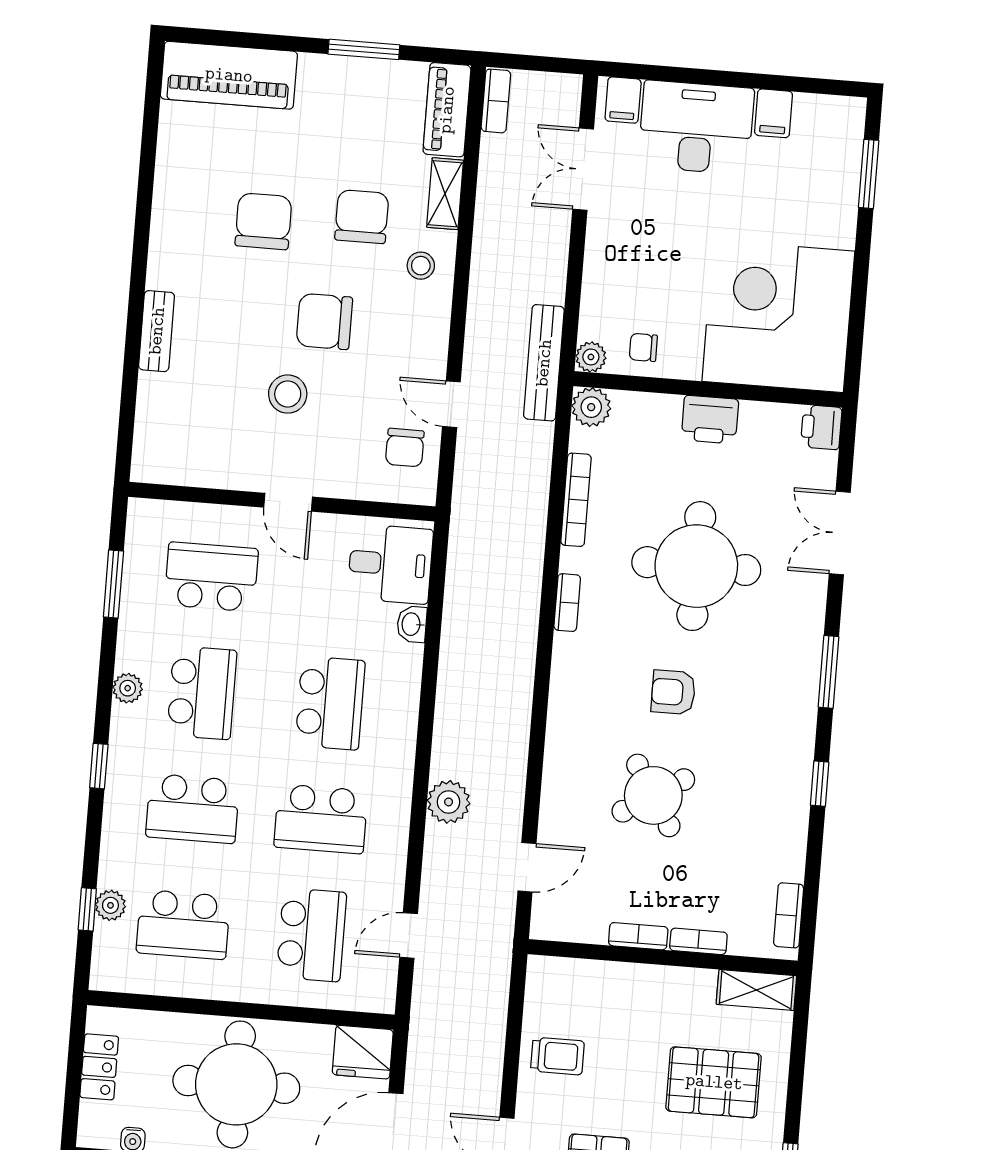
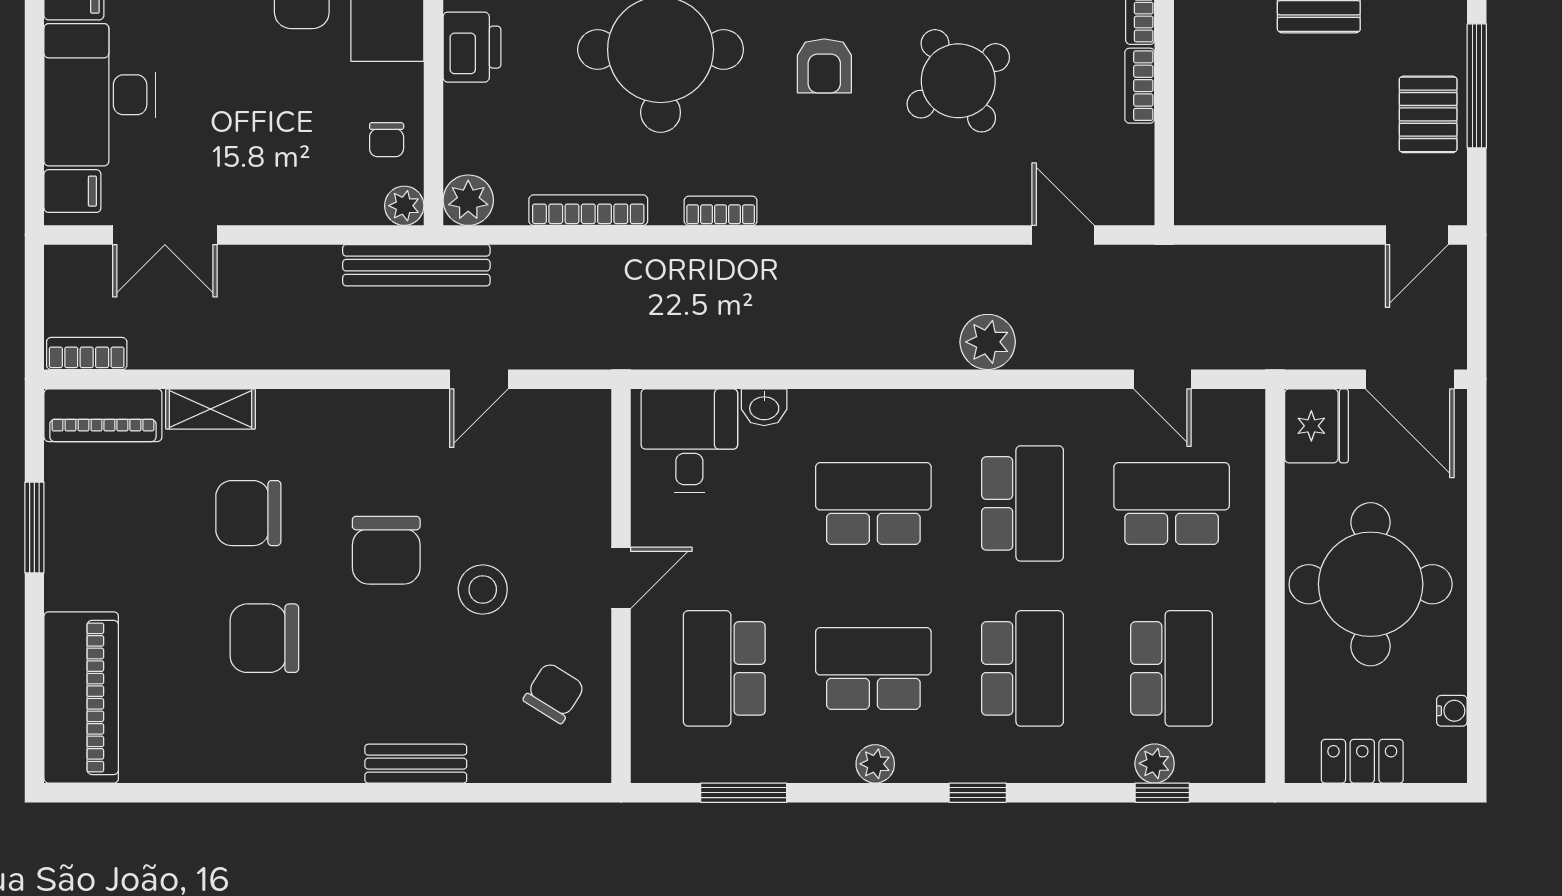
stool: (421, 266) -> (305, 433), removed
chair: (405, 448) -> (554, 693), moved, turned -58
trolley: (557, 1056) -> (1301, 177), removed

